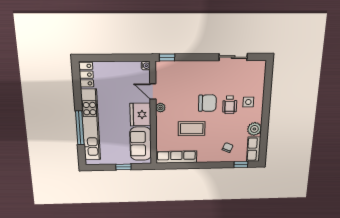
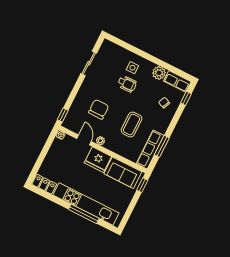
door: (153, 91) -> (84, 140), swing flipped
chair: (207, 103) -> (99, 109), moved
window: (185, 166) -> (162, 146), added
window: (123, 167) -> (142, 185), moved

